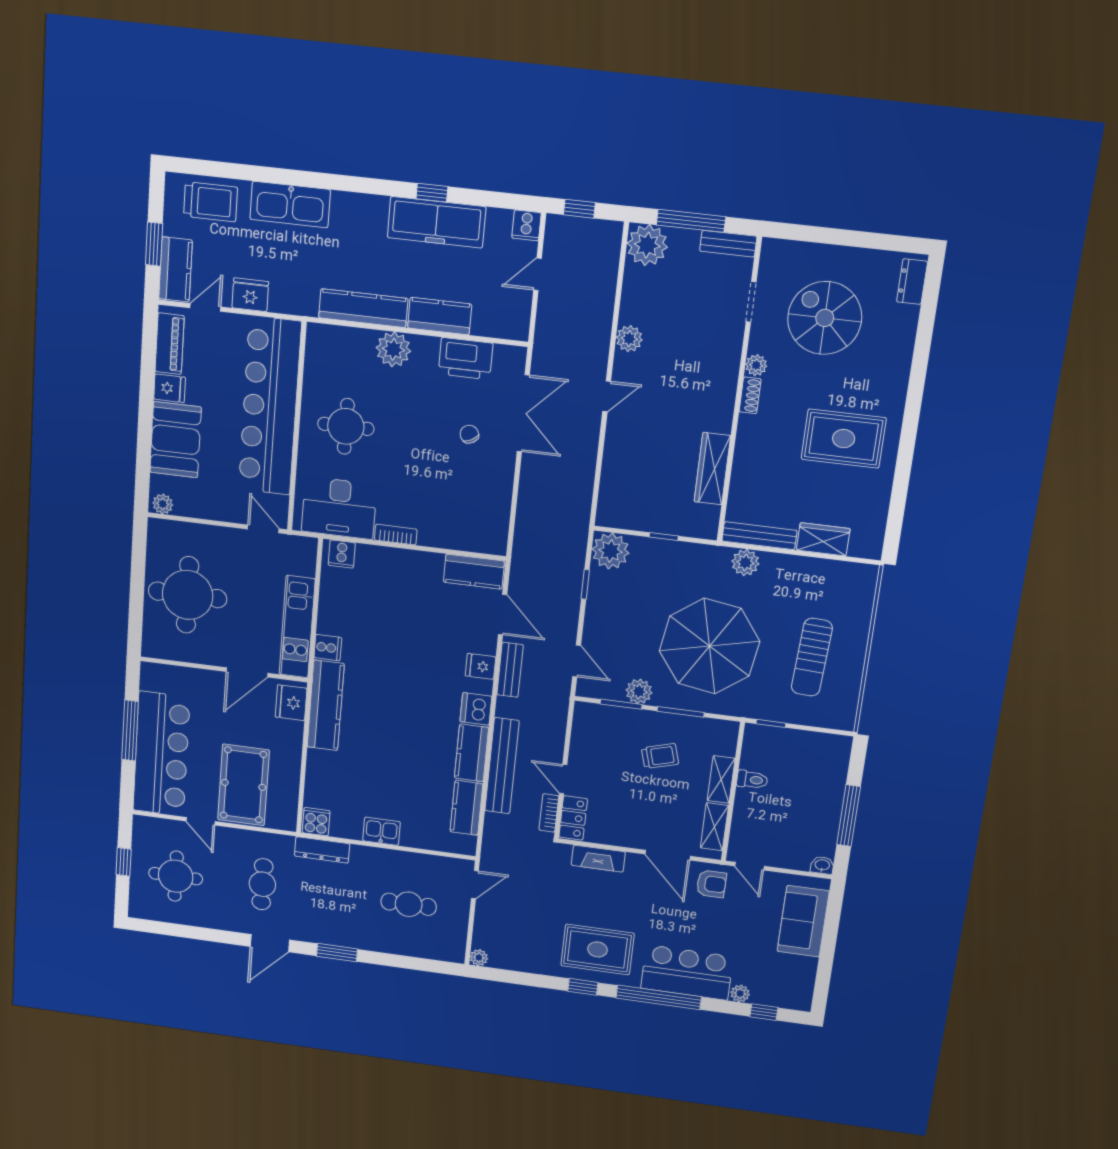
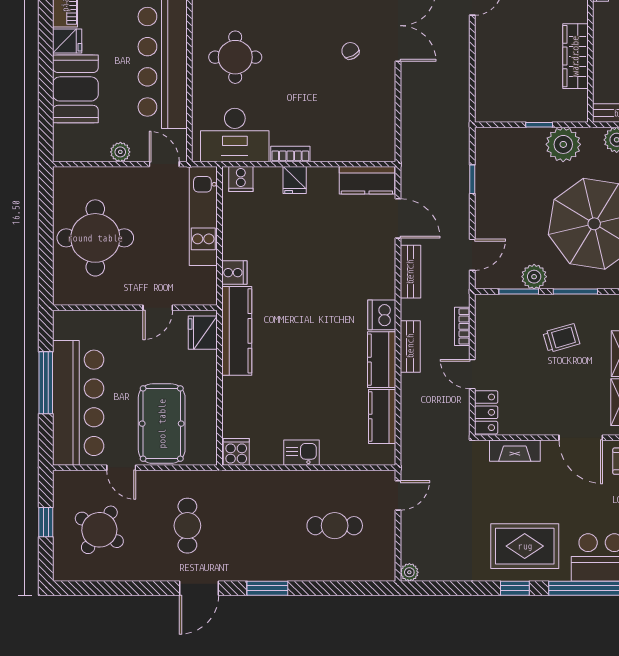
plant: (163, 504) -> (120, 152), moved
plant: (611, 551) -> (563, 144), moved
kitchen unit: (297, 627) -> (203, 216), moved
door: (577, 661) -> (472, 255), hinge flipped
fridge: (480, 666) -> (295, 180), moved, turned -90
door: (247, 672) -> (158, 308), width x0.73
bench: (502, 766) -> (410, 346), width x0.54, depth x0.82
bookcase: (549, 813) -> (462, 326), moved
dresser: (322, 850) -> (244, 481), removed
round table: (176, 876) -> (99, 530), turned 33

